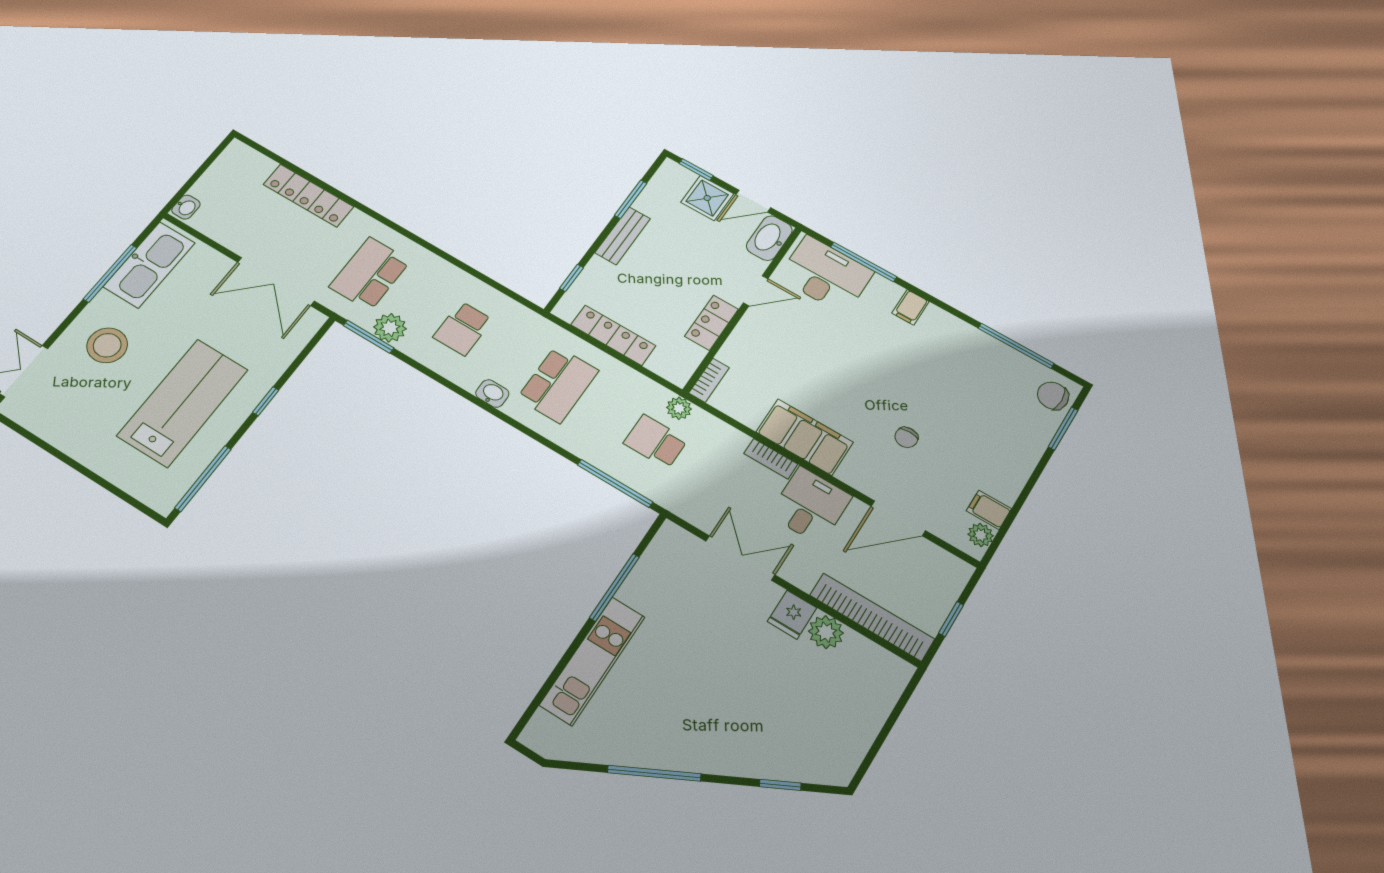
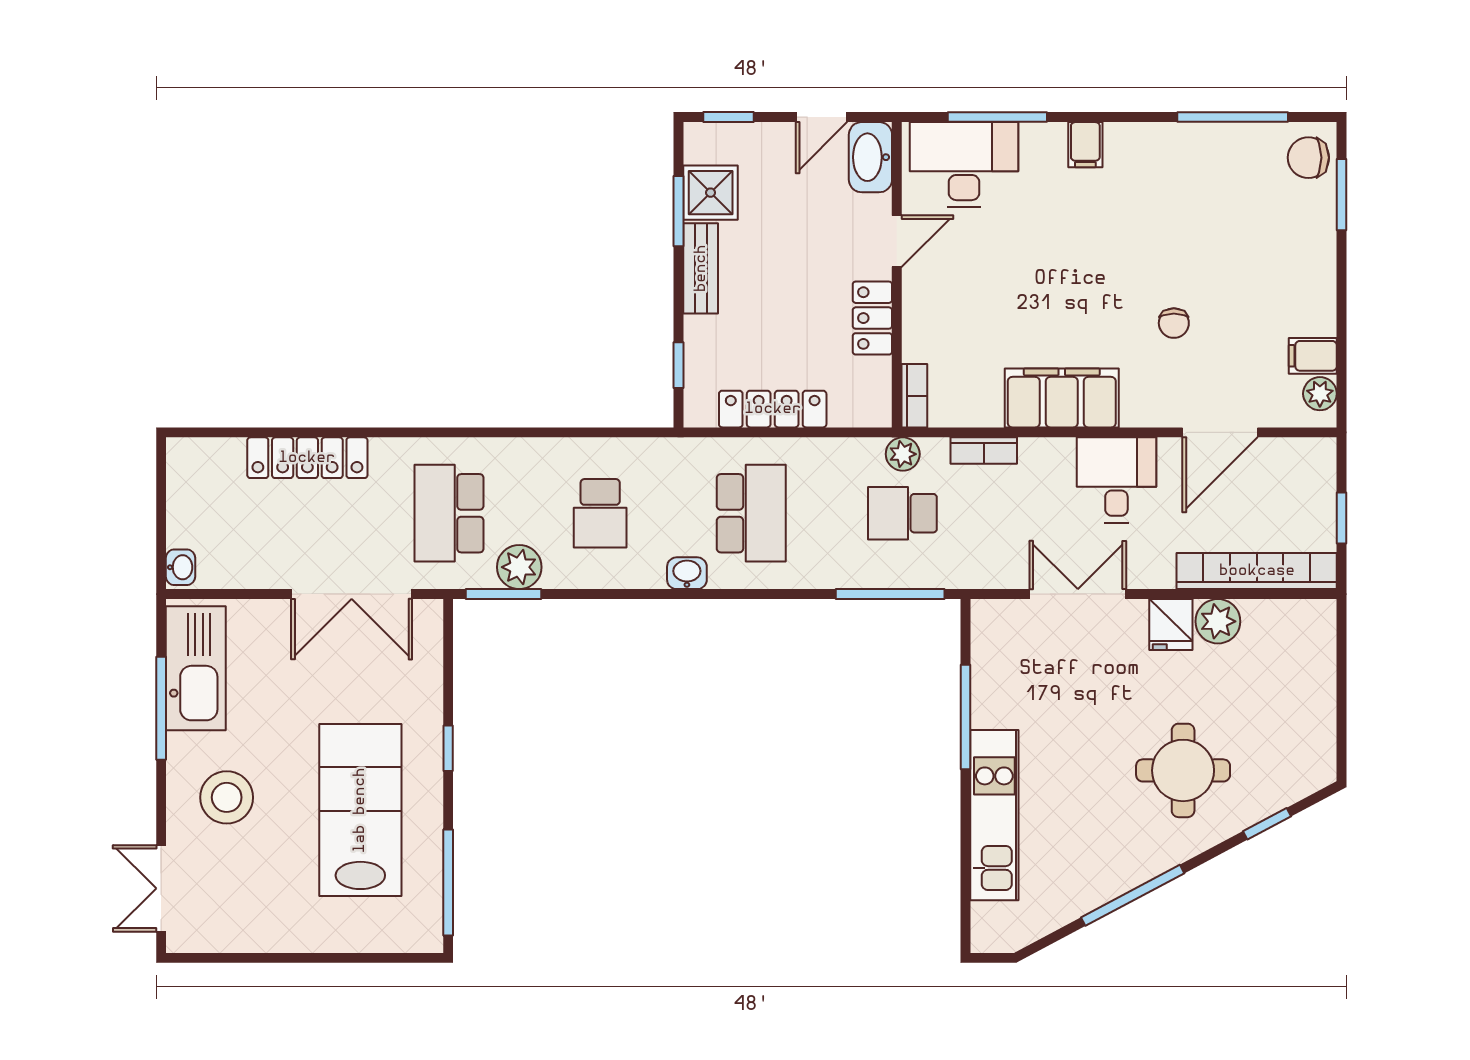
shower: (707, 198) -> (711, 193), moved
bookcase: (771, 459) -> (984, 451), moved
round table: (742, 713) -> (1183, 770), added

